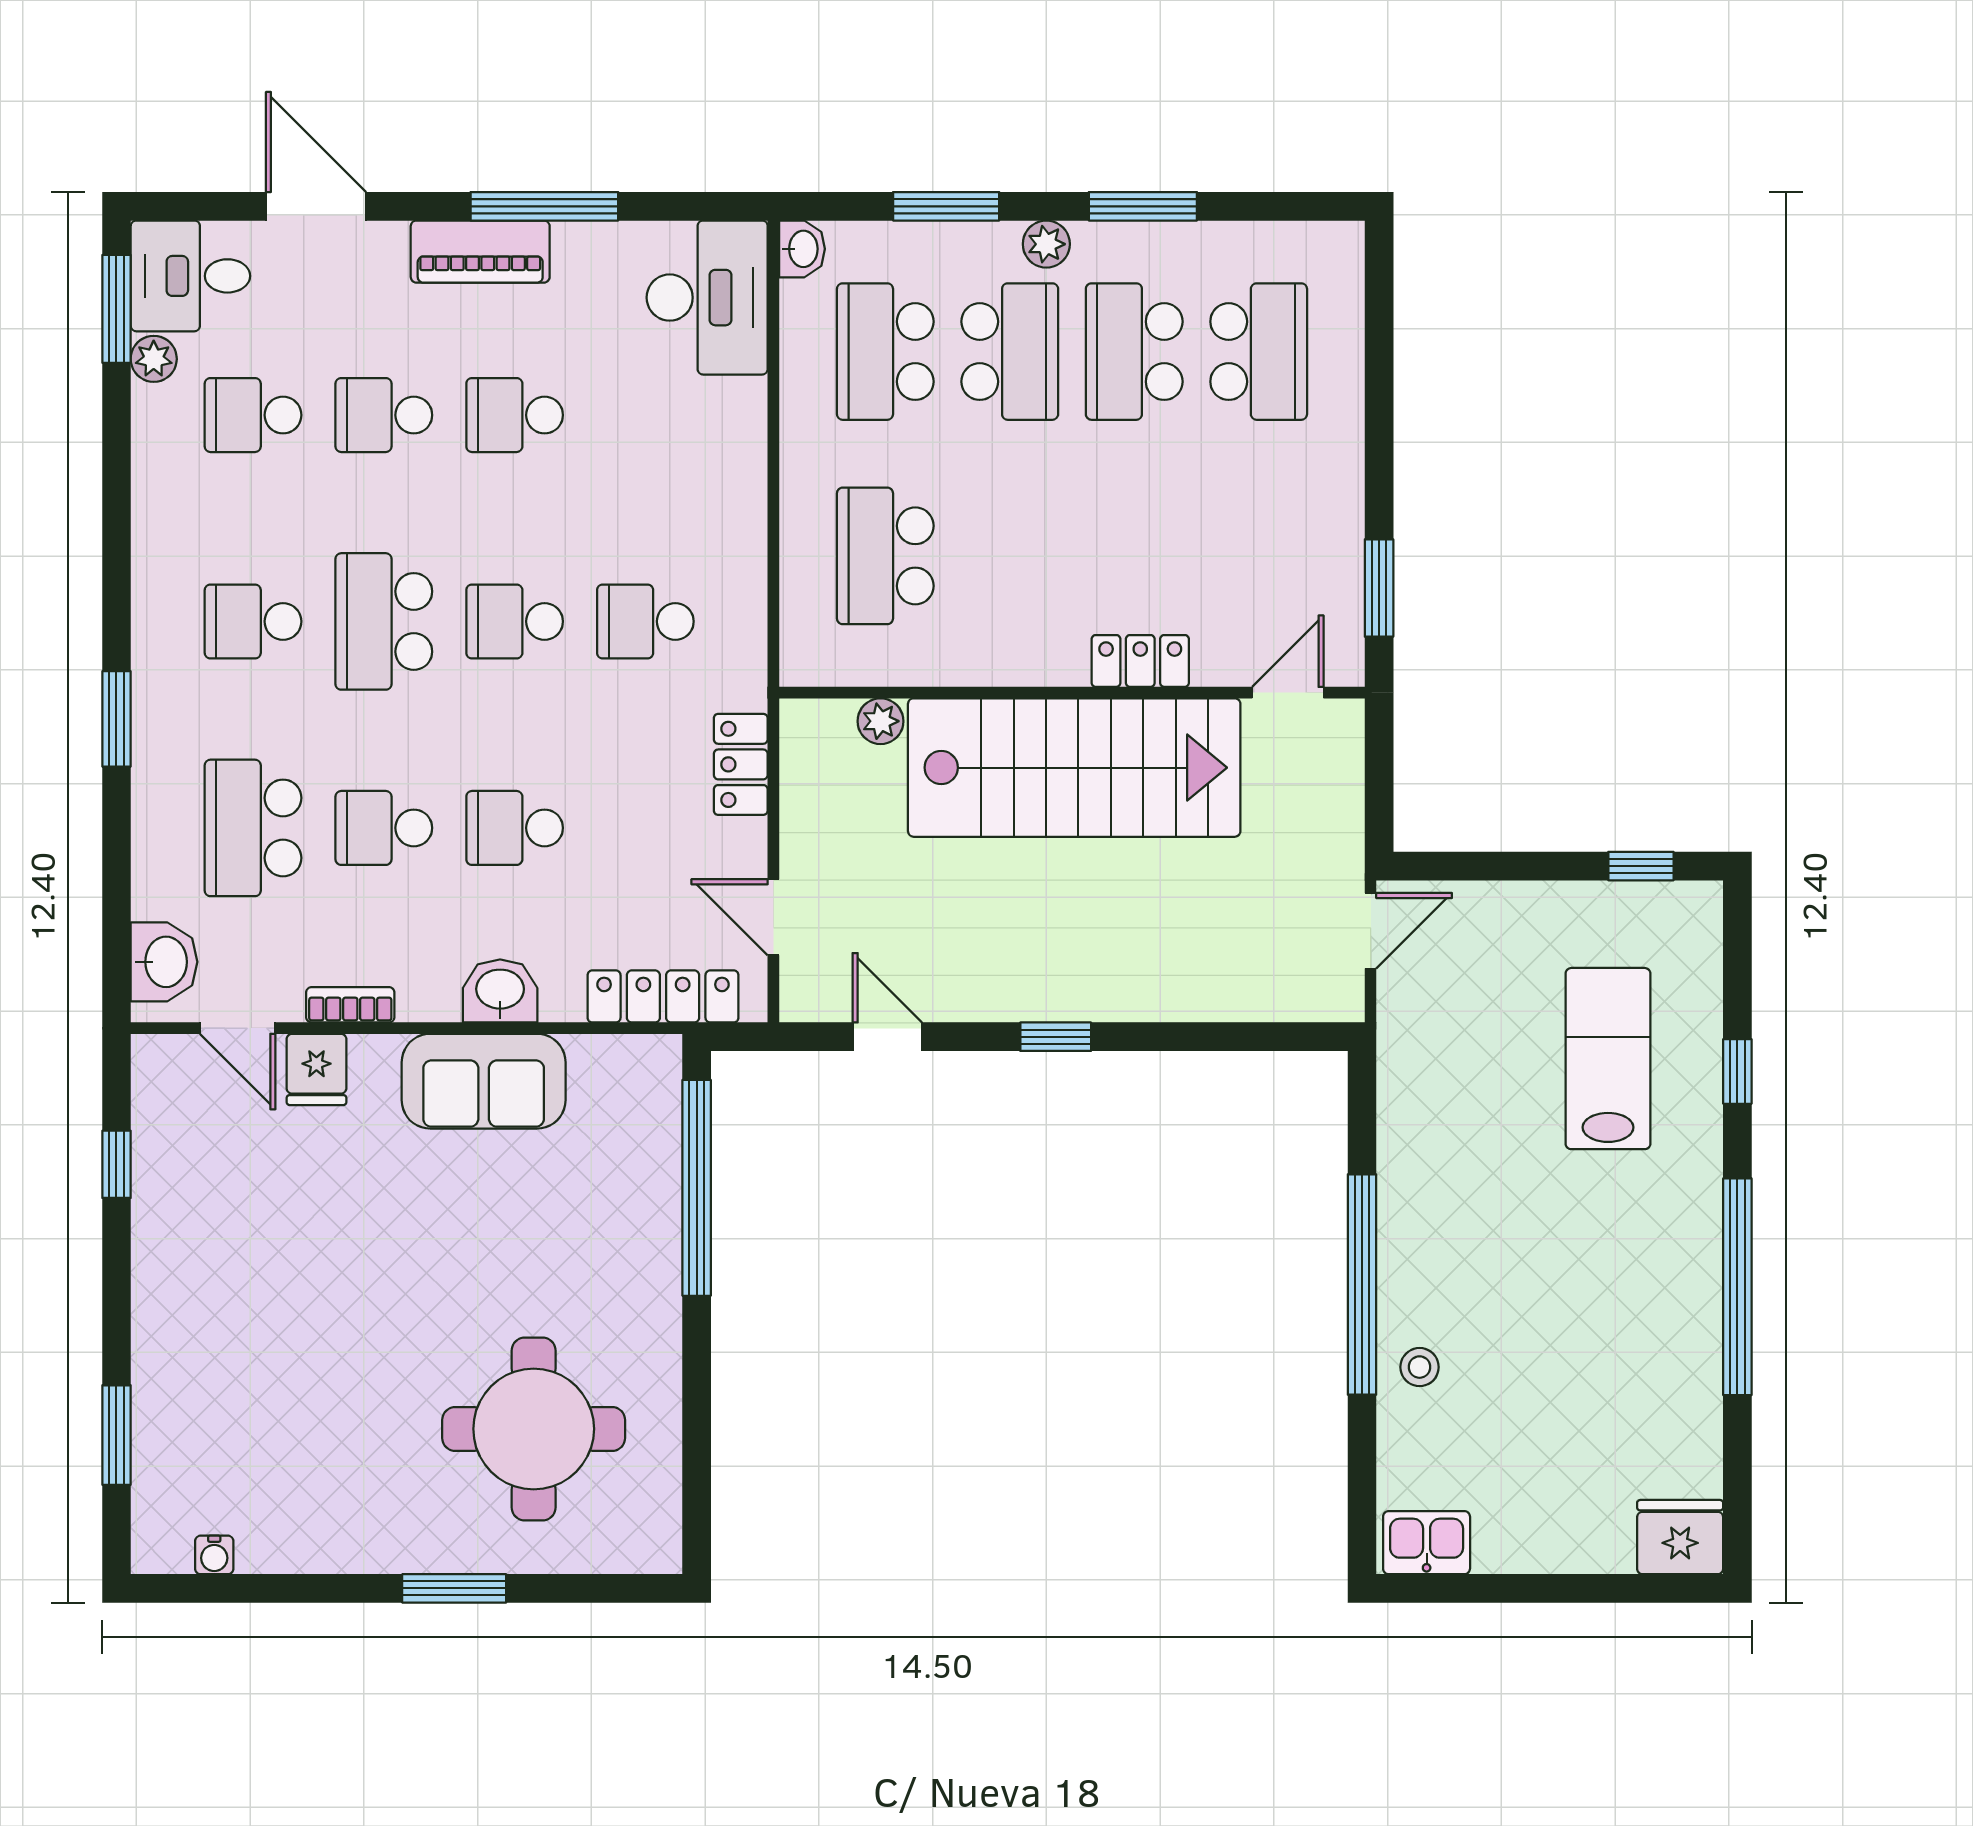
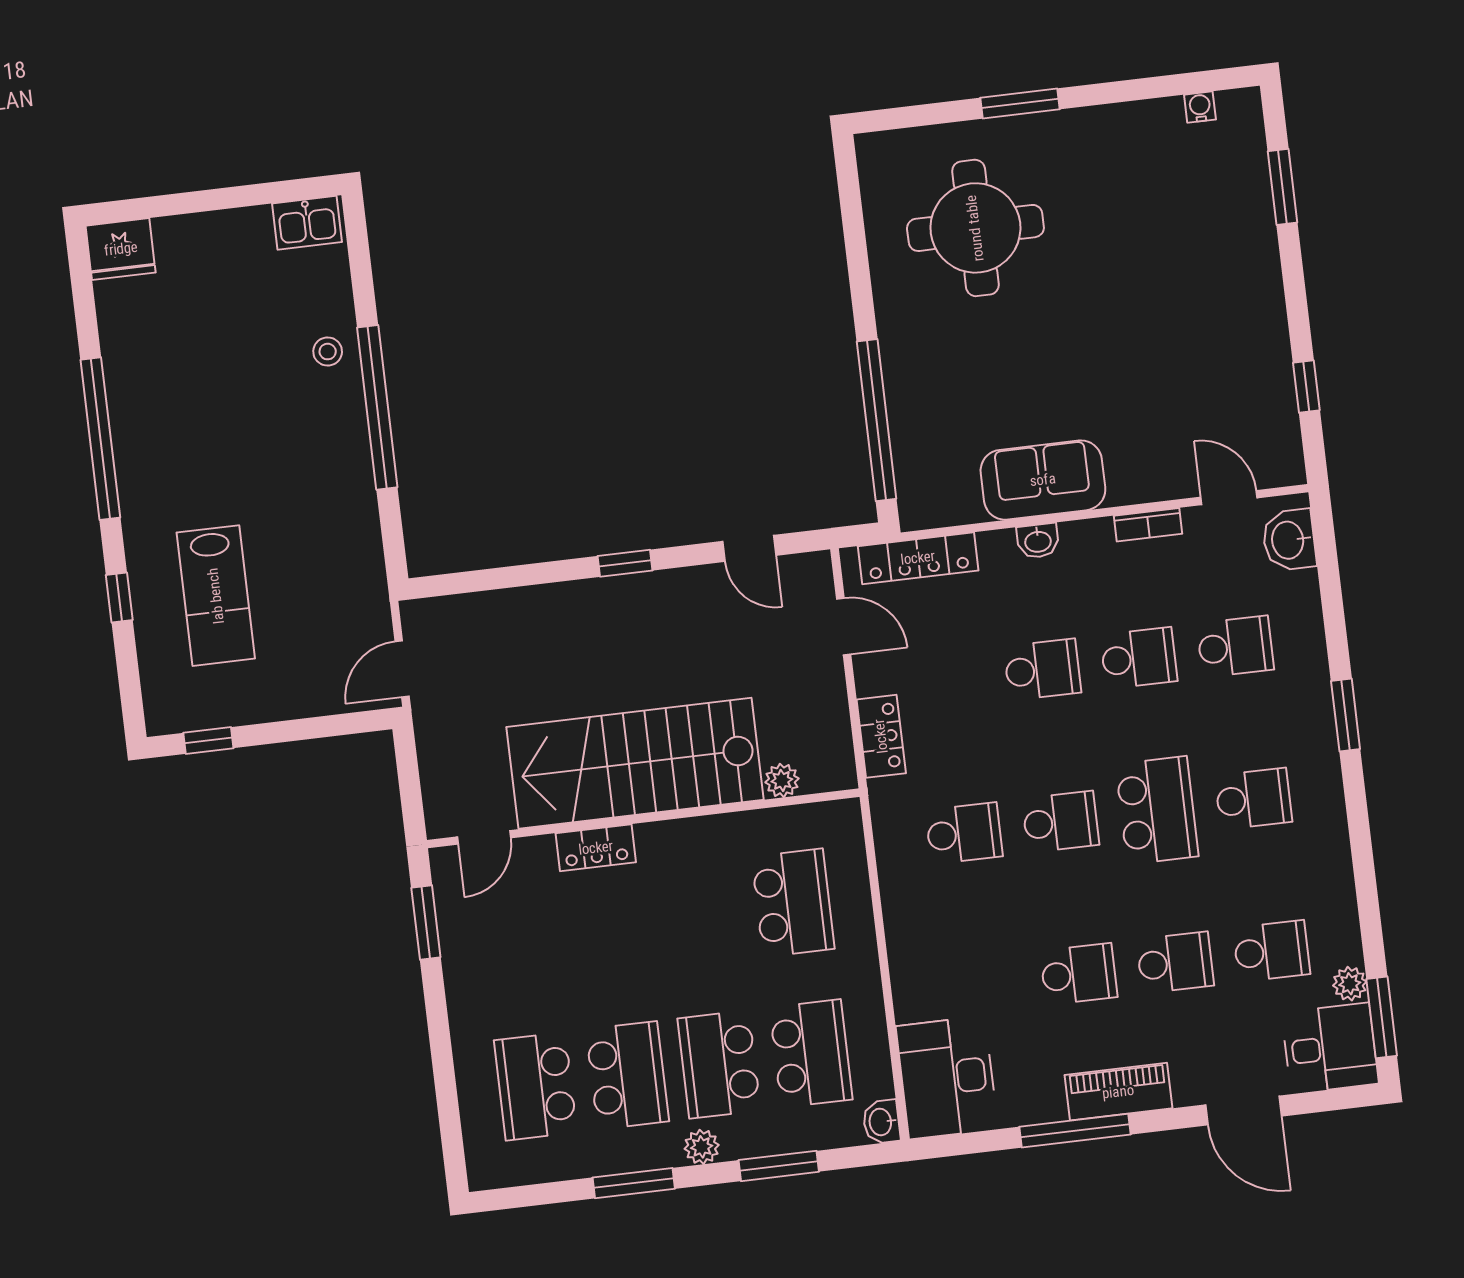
school desk: (253, 828) -> (1235, 647), width x0.54
washbasin: (500, 991) -> (1038, 541), width x0.72, depth x0.69
fridge: (316, 1069) -> (1167, 474), removed

